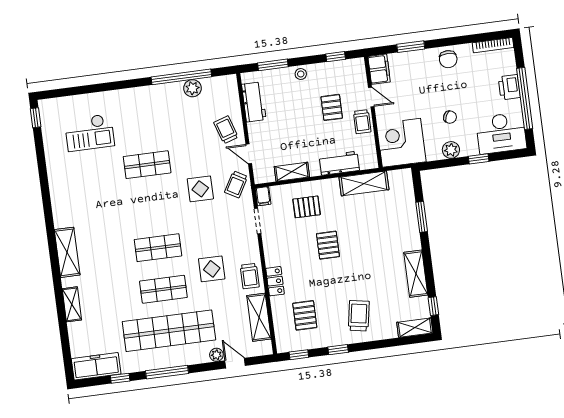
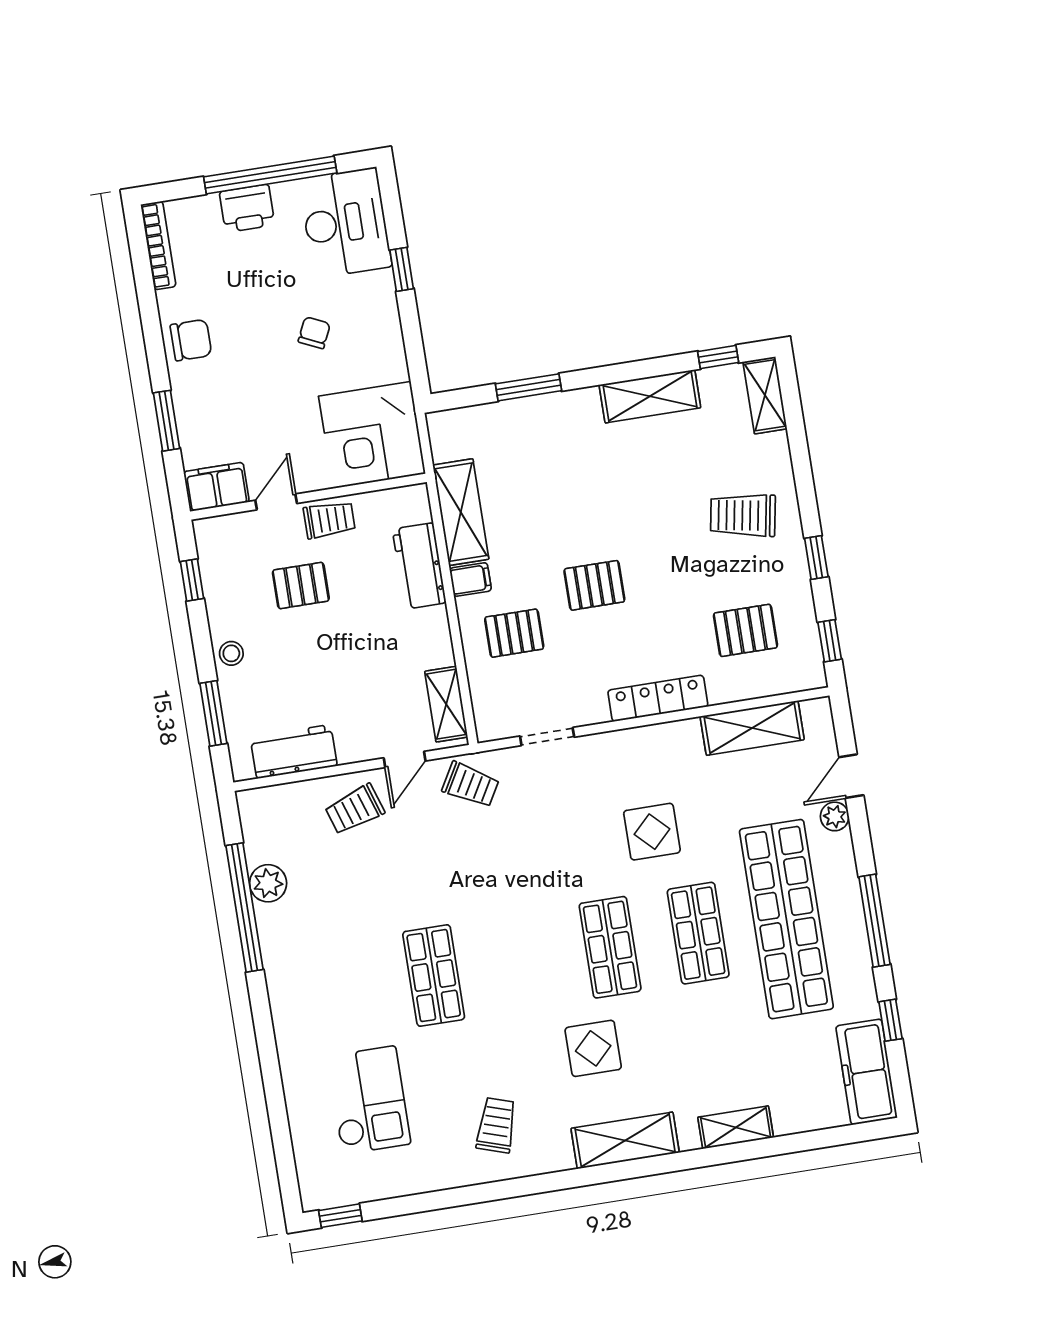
plant: (451, 150) -> (384, 329), removed
shelving: (292, 172) -> (446, 704), moved
display table: (200, 189) -> (593, 1048), moved
filing cabinet: (263, 196) -> (470, 580), moved
pallet: (307, 207) -> (514, 633), turned 90
trolley: (250, 276) -> (496, 1125), moved, turned -72
locker: (275, 281) -> (658, 698), width x1.53

